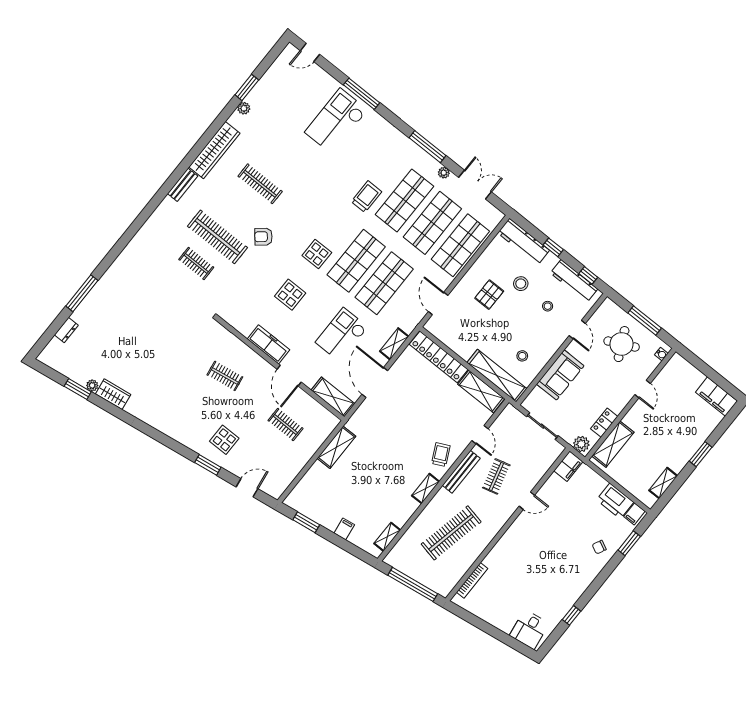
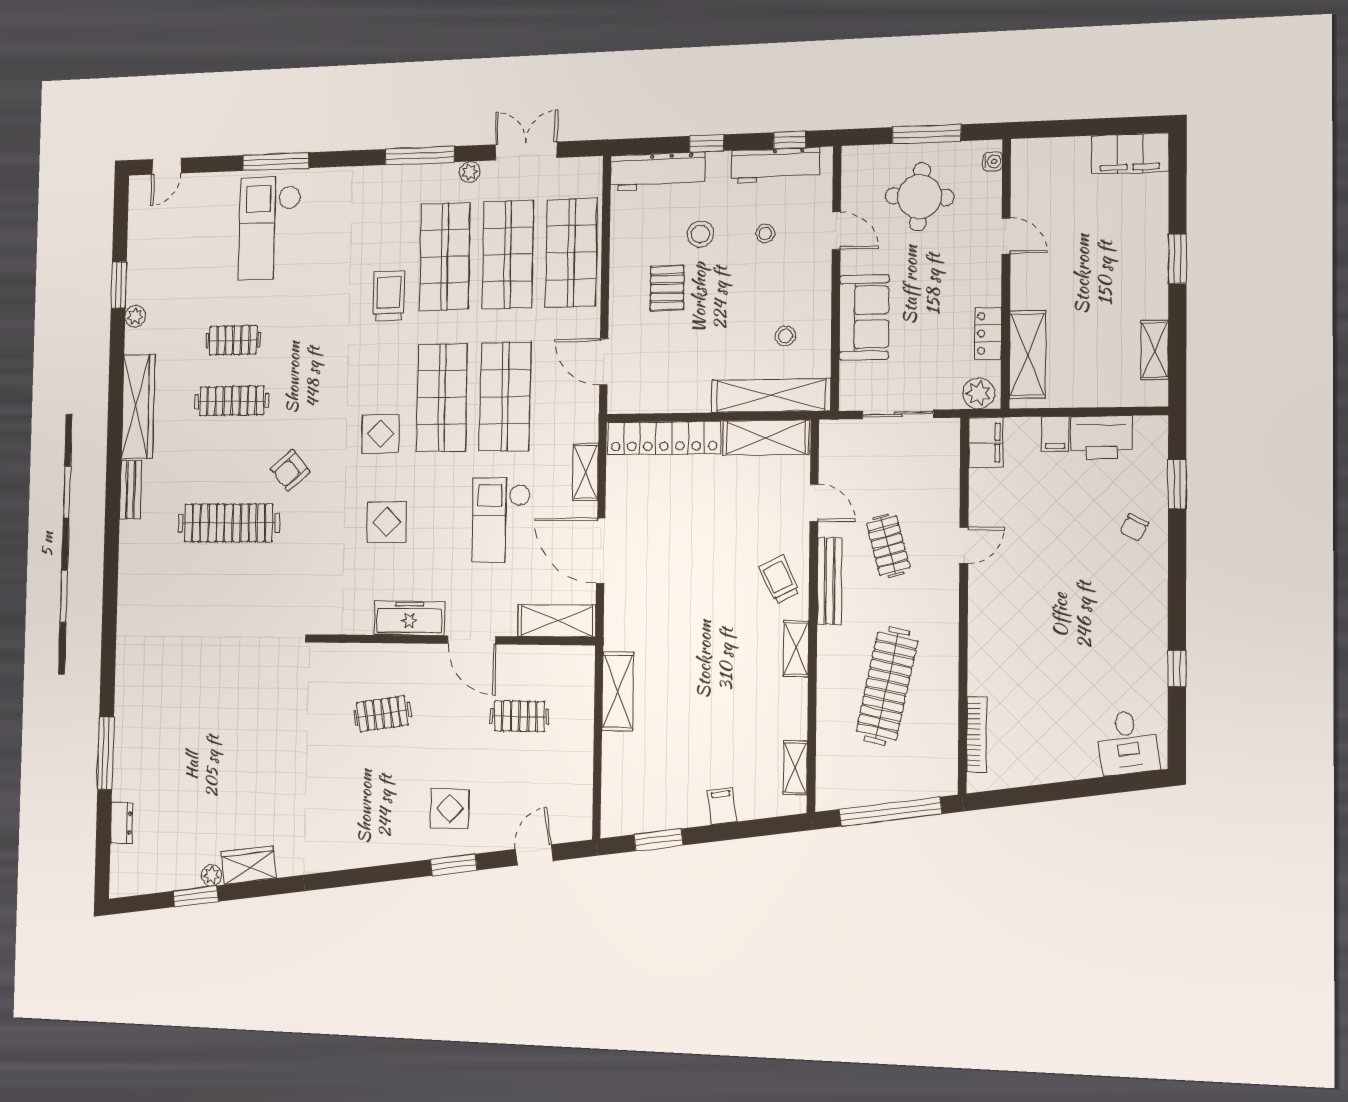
clothes rail: (196, 263) -> (233, 340), moved
round table: (622, 344) -> (920, 197), turned 30
filing cabinet: (634, 514) -> (1055, 434), moved

